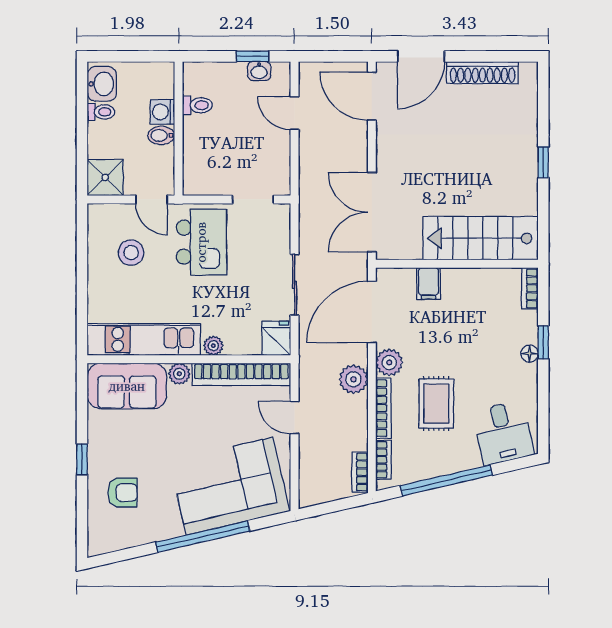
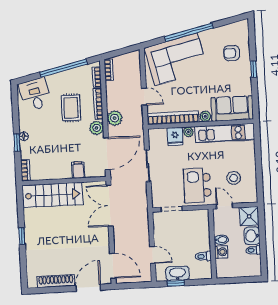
washbasin: (259, 71) -> (177, 273), width x1.91, depth x1.45
washbasin: (102, 84) -> (252, 236), moved
double door: (372, 212) -> (110, 206), swing flipped
fridge: (276, 338) -> (175, 136), moved

